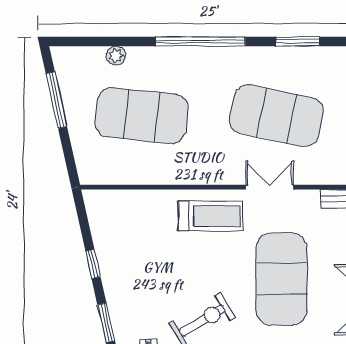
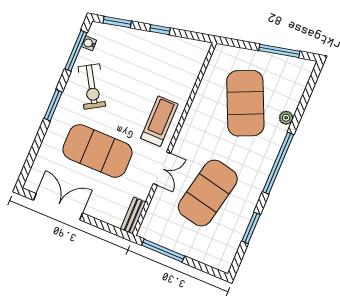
plant: (116, 56) -> (286, 118), moved
exercise mat: (141, 116) -> (245, 103), turned -30
treadmill: (210, 216) -> (159, 121), turned 180

